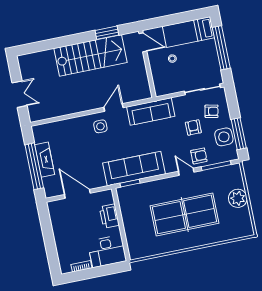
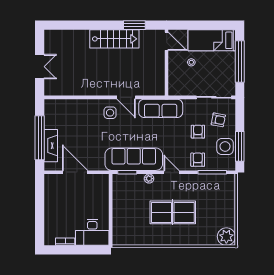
stairs: (90, 55) -> (114, 39), width x0.73, depth x0.66
door: (113, 107) -> (126, 97), swing flipped
armchair: (199, 156) -> (198, 160), turned -90
fireplace: (45, 160) -> (51, 146), moved
door: (186, 172) -> (172, 172), moved
plant: (153, 185) -> (149, 179), added
plant: (238, 198) -> (226, 237), moved
table tennis table: (185, 214) -> (173, 212), width x0.73, depth x0.76
printer: (109, 216) -> (101, 199), removed

